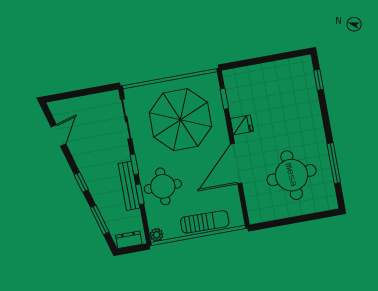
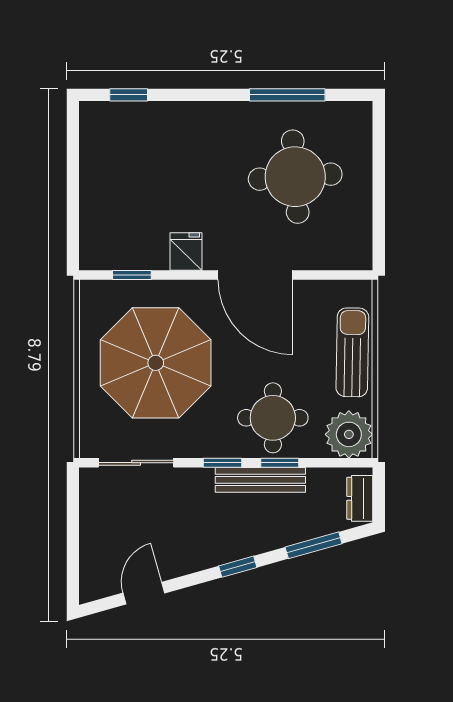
door: (58, 135) -> (144, 593), hinge flipped
plant: (157, 235) -> (349, 434), width x1.88, depth x1.88

